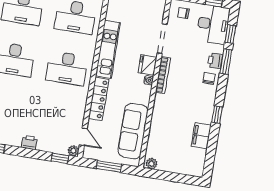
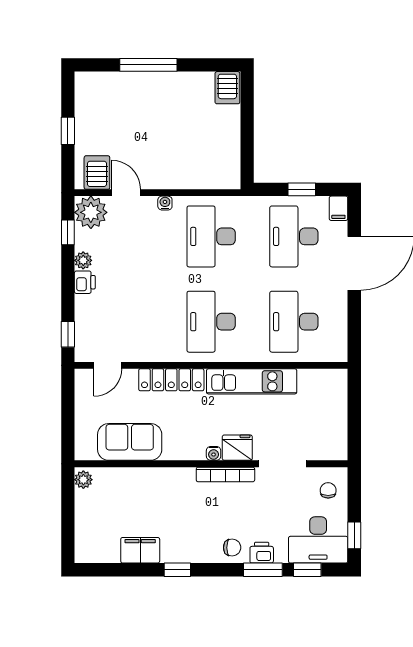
sofa: (133, 131) -> (130, 442), width x0.73
plant: (73, 151) -> (83, 260), moved
window: (109, 166) -> (68, 413), removed

